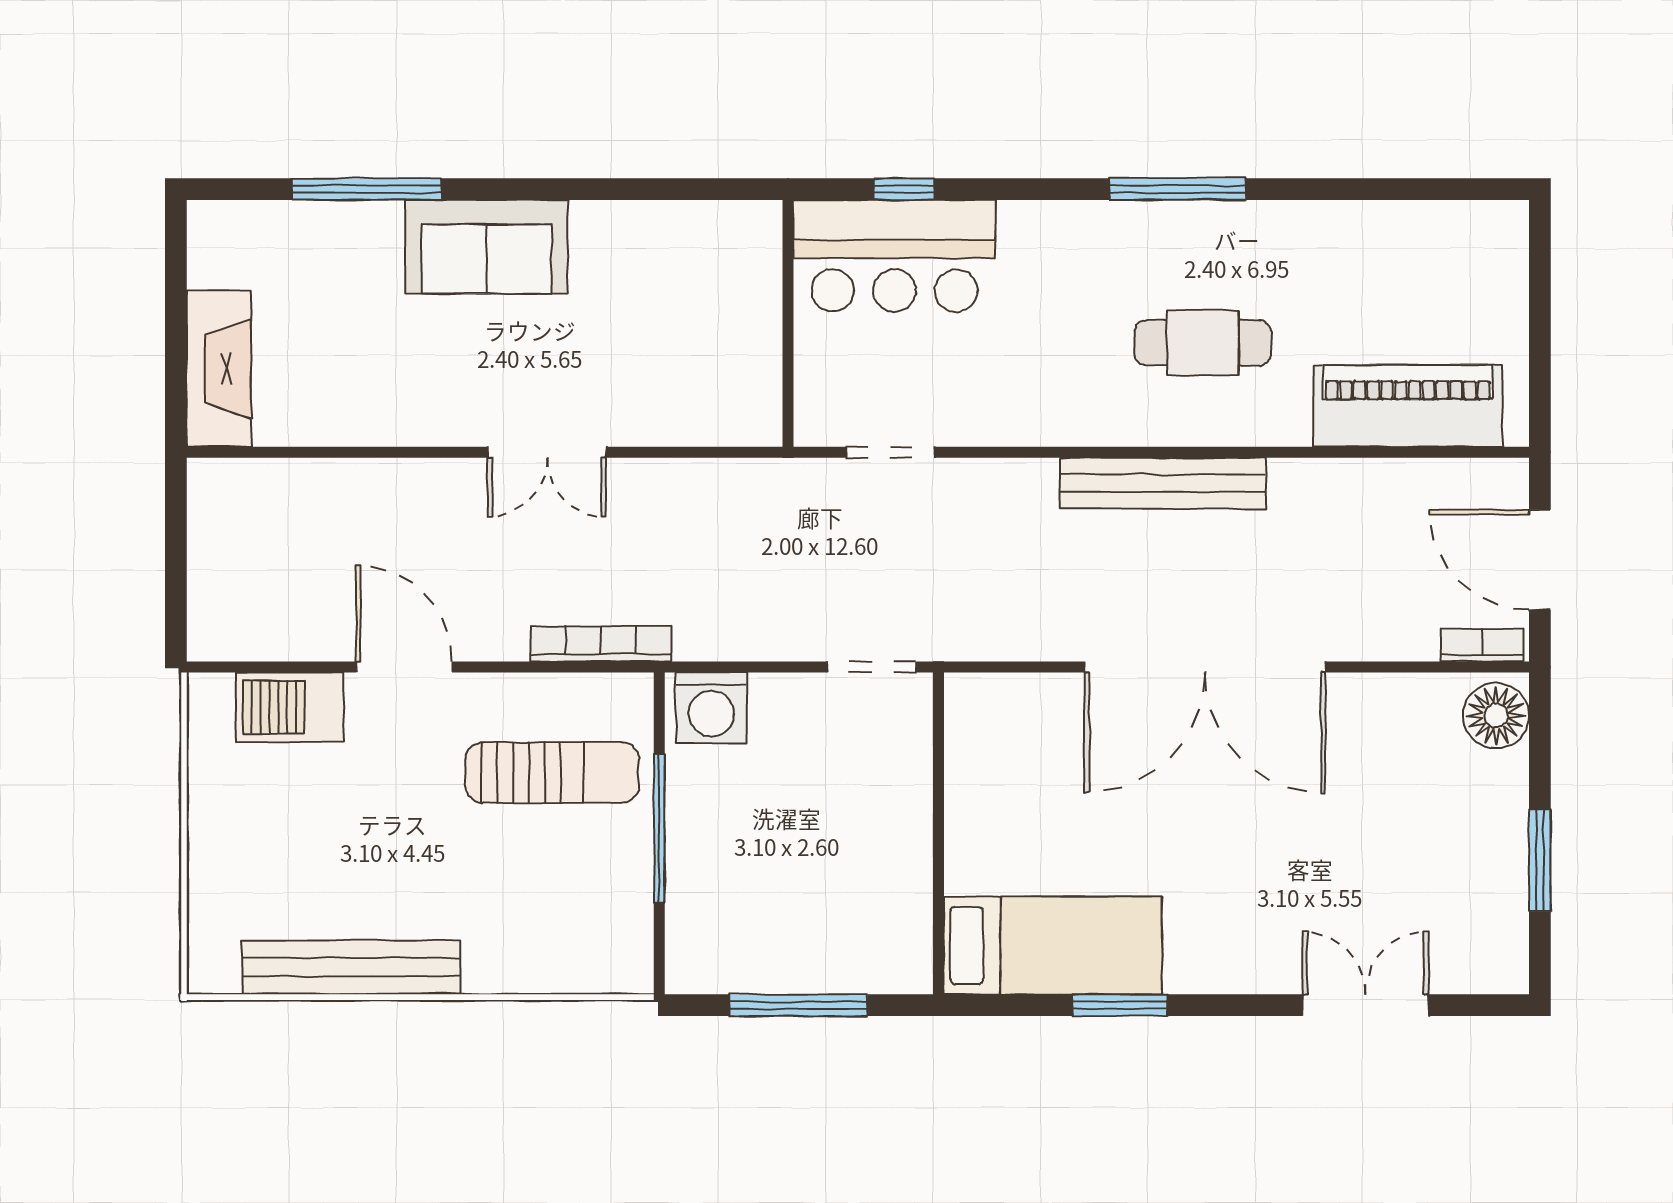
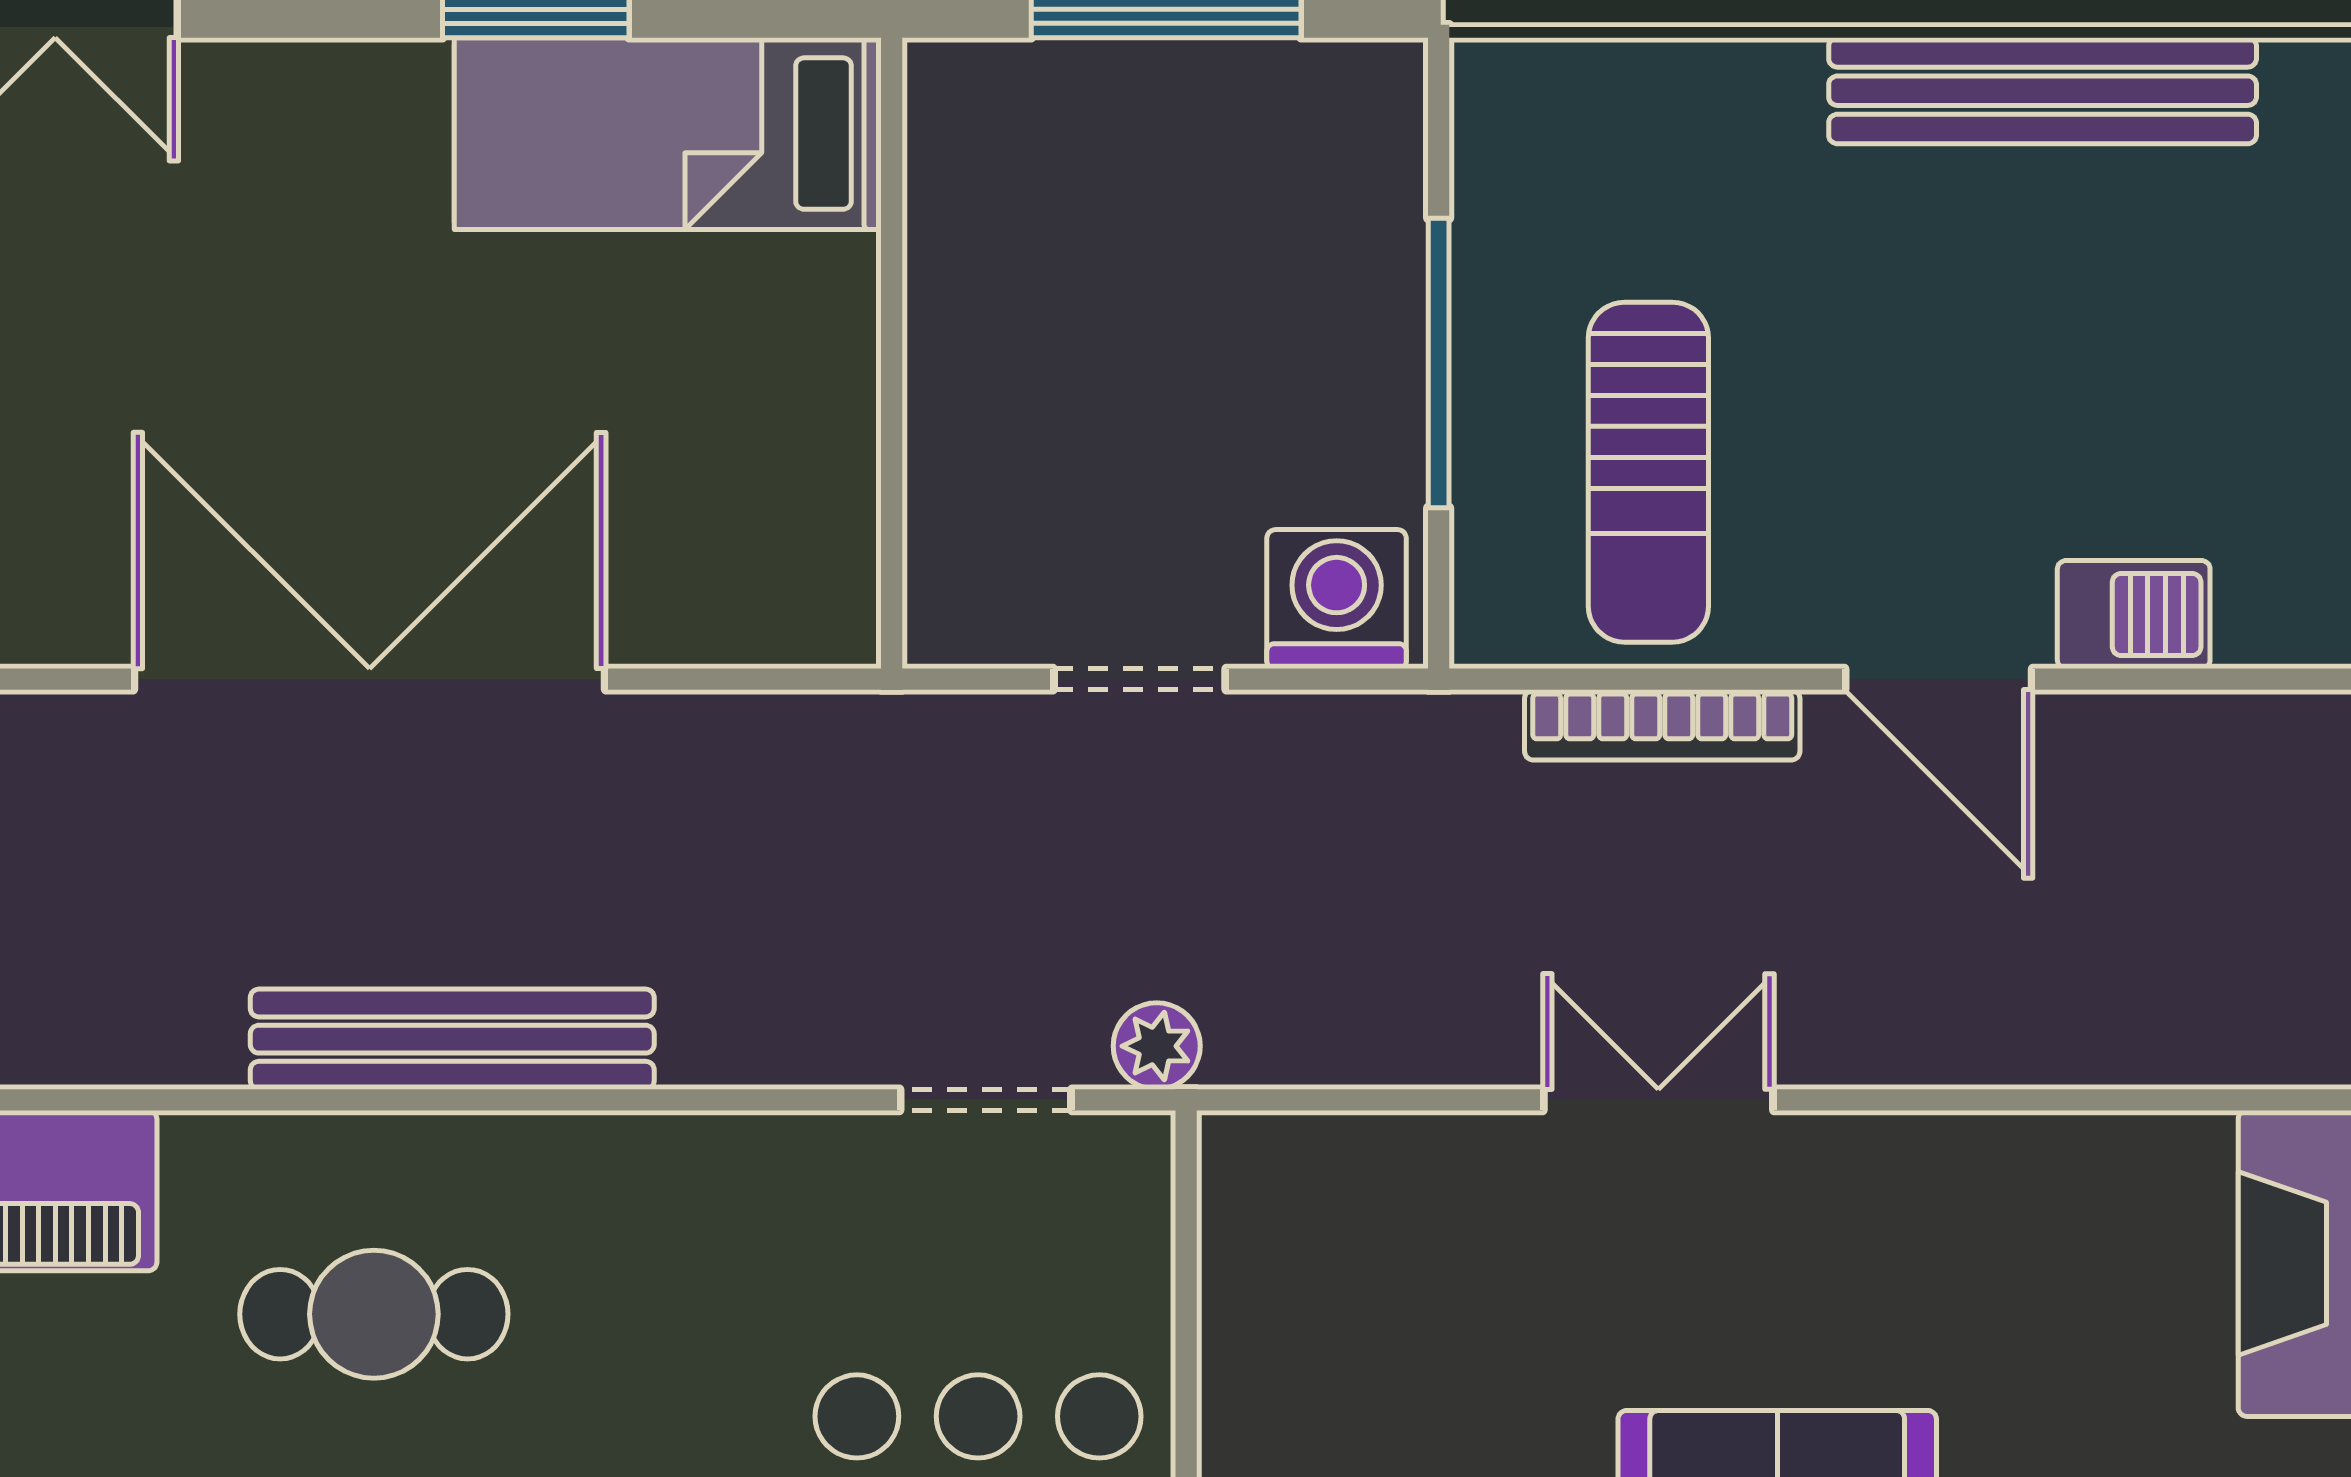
plant: (803, 480) -> (1157, 1046), added
bookcase: (601, 644) -> (1662, 725), moved
doorway: (872, 667) -> (1140, 679), moved
barbecue: (290, 707) -> (2134, 614), width x0.73, depth x0.79
sun lounger: (552, 773) -> (1648, 472), turned -90

